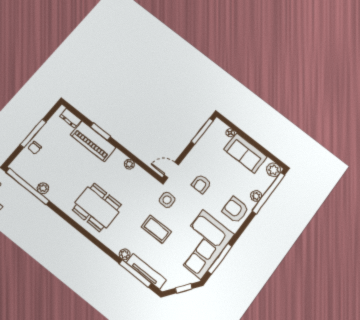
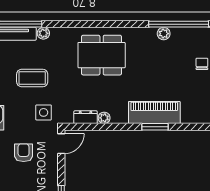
dresser: (70, 118) -> (86, 117), moved

